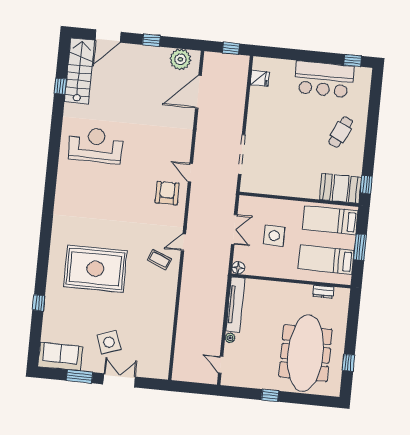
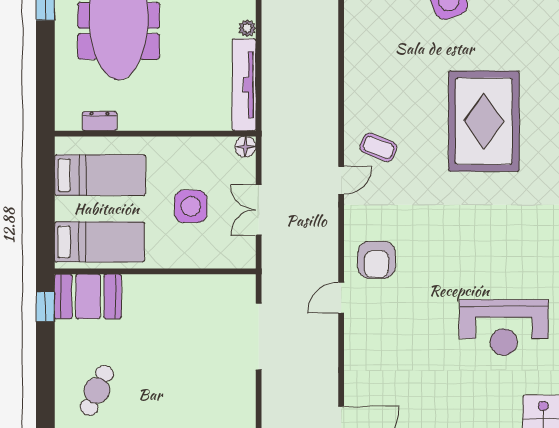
door: (190, 173) -> (341, 298), swing flipped
window: (360, 247) -> (45, 201), removed
rug: (95, 269) -> (484, 121), turned 90

